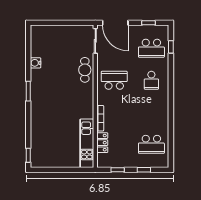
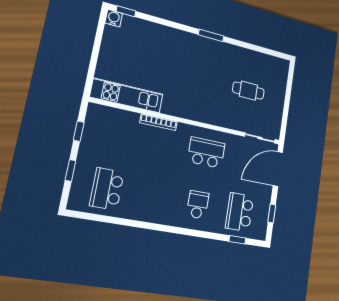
water cooler: (36, 63) -> (114, 18), moved
cafe table: (85, 70) -> (248, 91), moved
school desk: (114, 80) -> (206, 153), turned -90
school desk: (151, 80) -> (198, 205), turned 90
locker: (102, 143) -> (124, 117), removed

